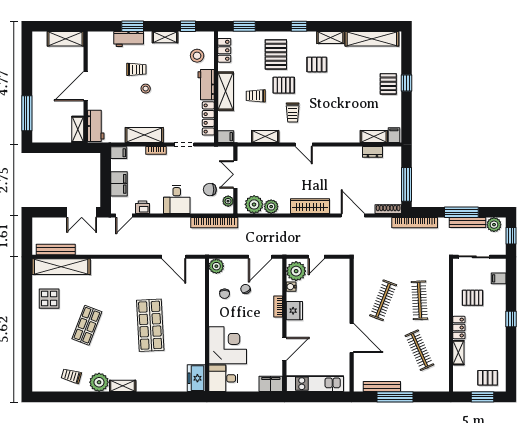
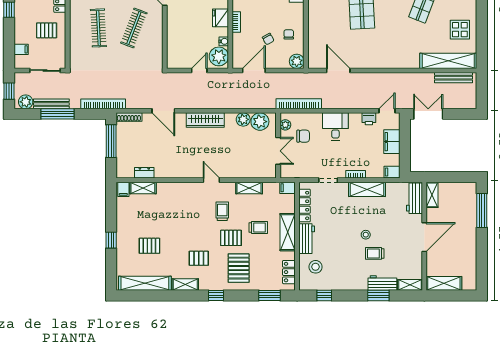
shelving: (165, 37) -> (410, 285), moved
pallet: (388, 84) -> (149, 246), moved, turned 90

